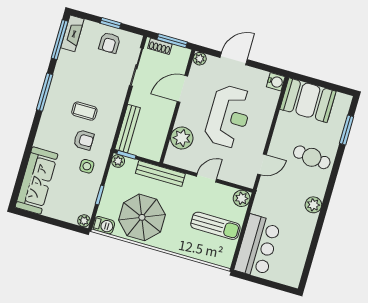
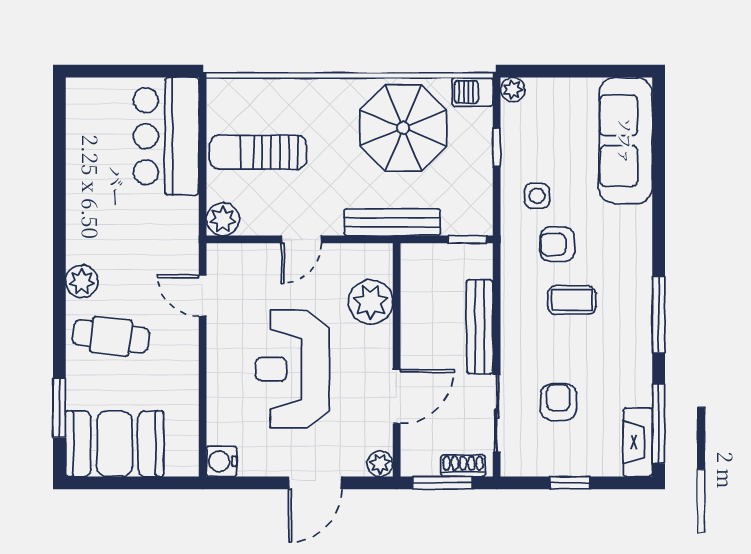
armchair: (110, 43) -> (558, 402), moved
booth: (308, 100) -> (115, 444), moved
bench: (128, 129) -> (480, 327), moved
plant: (118, 161) -> (480, 223), removed
door: (262, 164) -> (203, 296), hinge flipped
plant: (313, 205) -> (82, 281), moved

